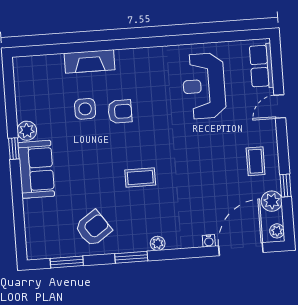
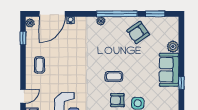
plant: (27, 131) -> (173, 47), moved
coffee table: (140, 178) -> (114, 77), moved
window: (286, 186) -> (23, 38), moved
plant: (272, 201) -> (32, 41), removed
window: (131, 257) -> (117, 14), width x2.11

